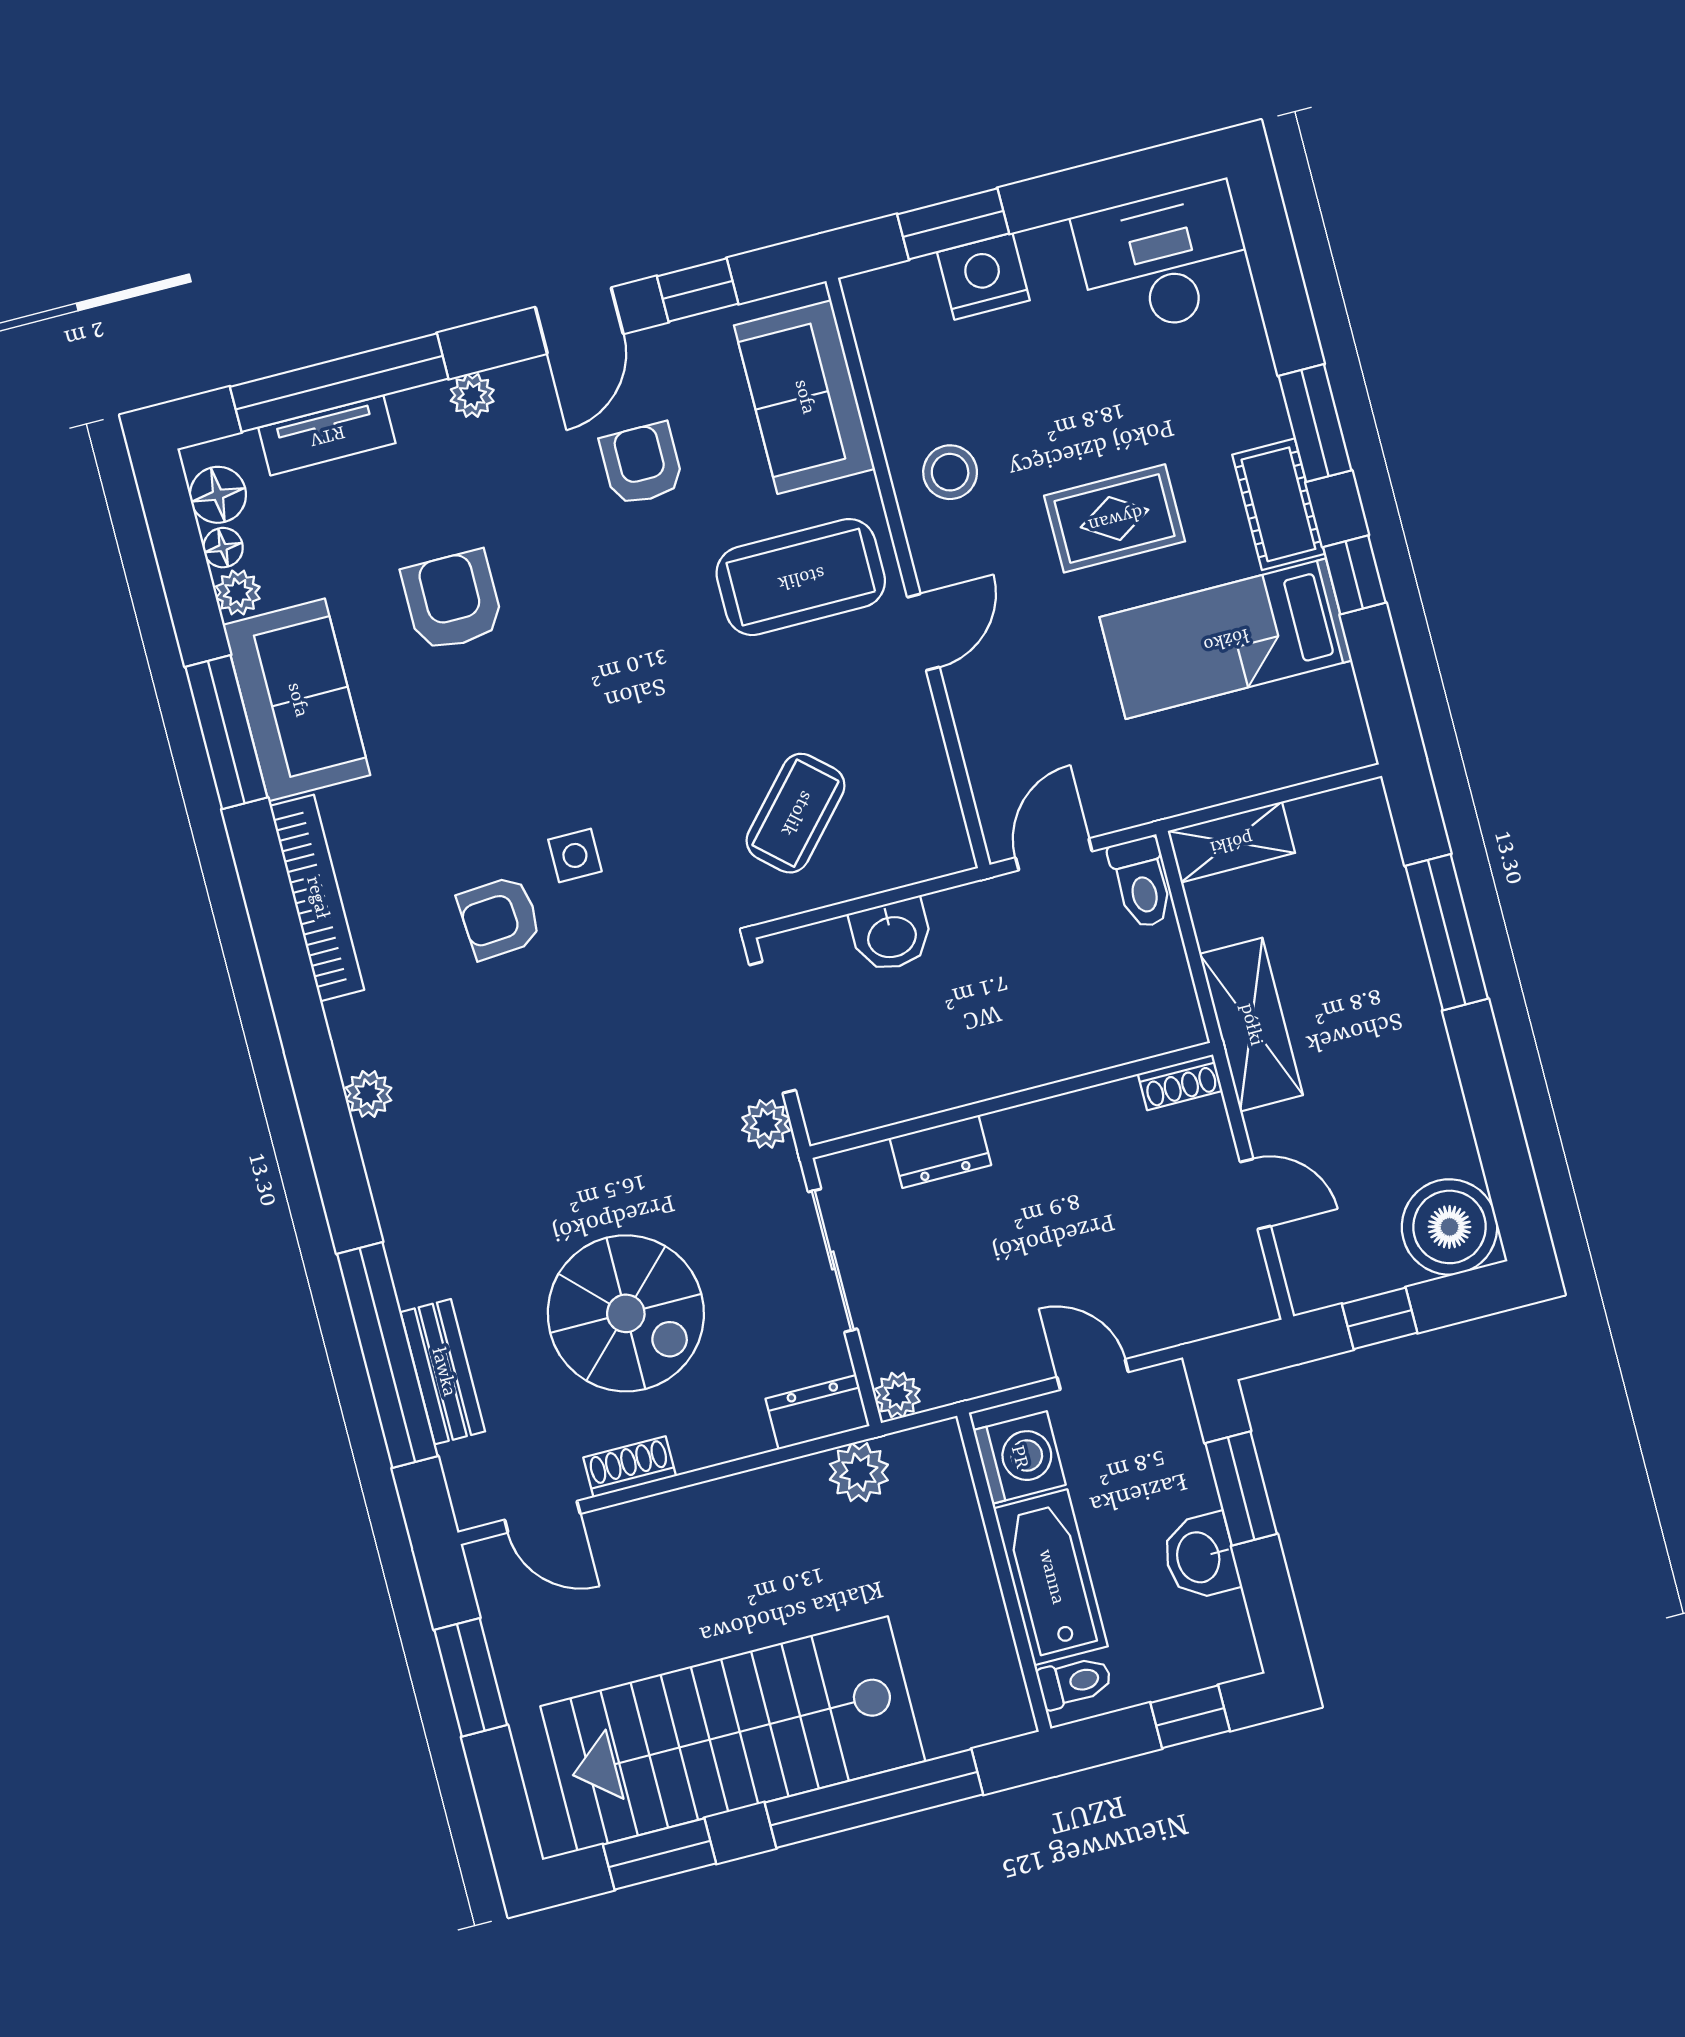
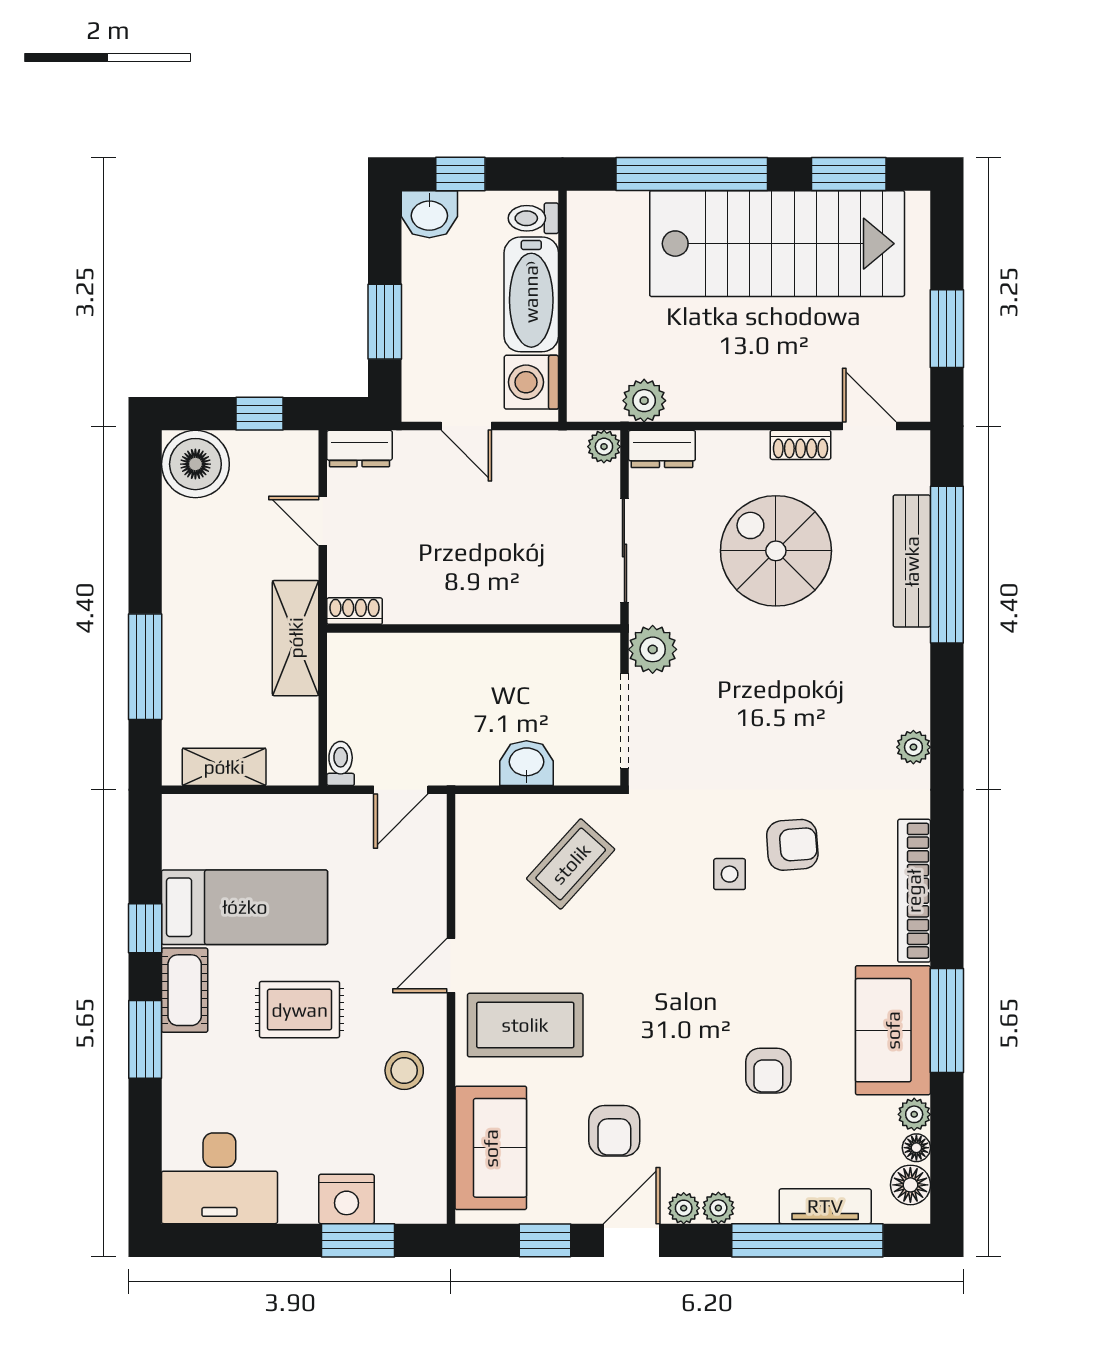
plant: (520, 383) -> (684, 1208), added
armchair: (452, 601) -> (768, 1071), width x0.72, depth x0.72
shelving: (1231, 842) -> (224, 767), moved
toilet: (1142, 883) -> (341, 763), width x0.73, depth x0.72
plant: (766, 1124) -> (653, 649), width x1.38, depth x1.38
dresser: (940, 1151) -> (359, 449), moved, turned 180
bench: (443, 1372) -> (912, 561), width x1.36
washbasin: (1200, 1557) -> (429, 214), moved, turned 90

